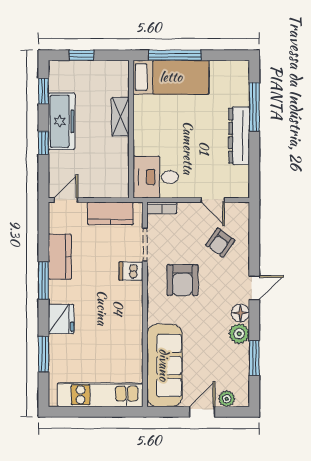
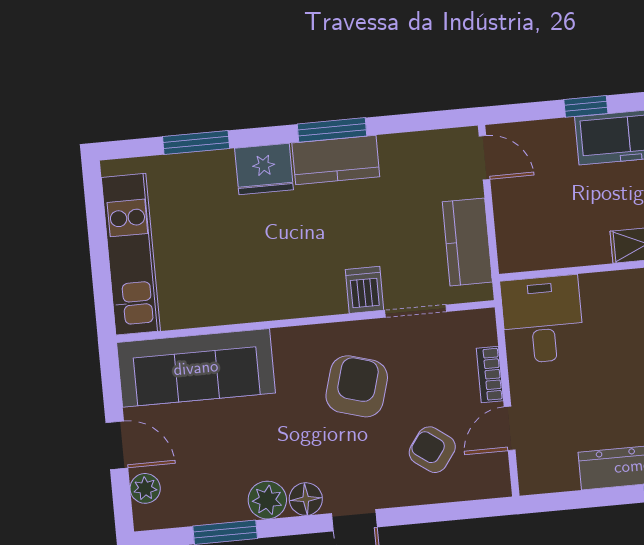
bookcase: (162, 208) -> (490, 374), moved
kitchen counter: (60, 257) -> (336, 160), moved
armchair: (182, 280) -> (357, 386), turned 106

